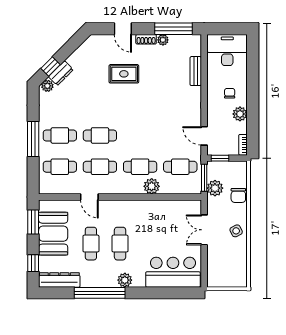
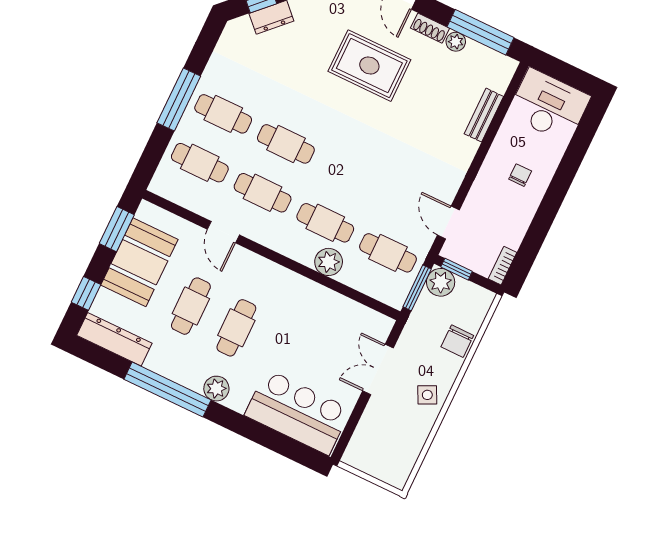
rug: (124, 74) -> (369, 66), width x1.36, depth x1.43
plant: (47, 86) -> (241, 27), removed
plant: (240, 114) -> (521, 215), removed
plant: (215, 188) -> (441, 282), moved

